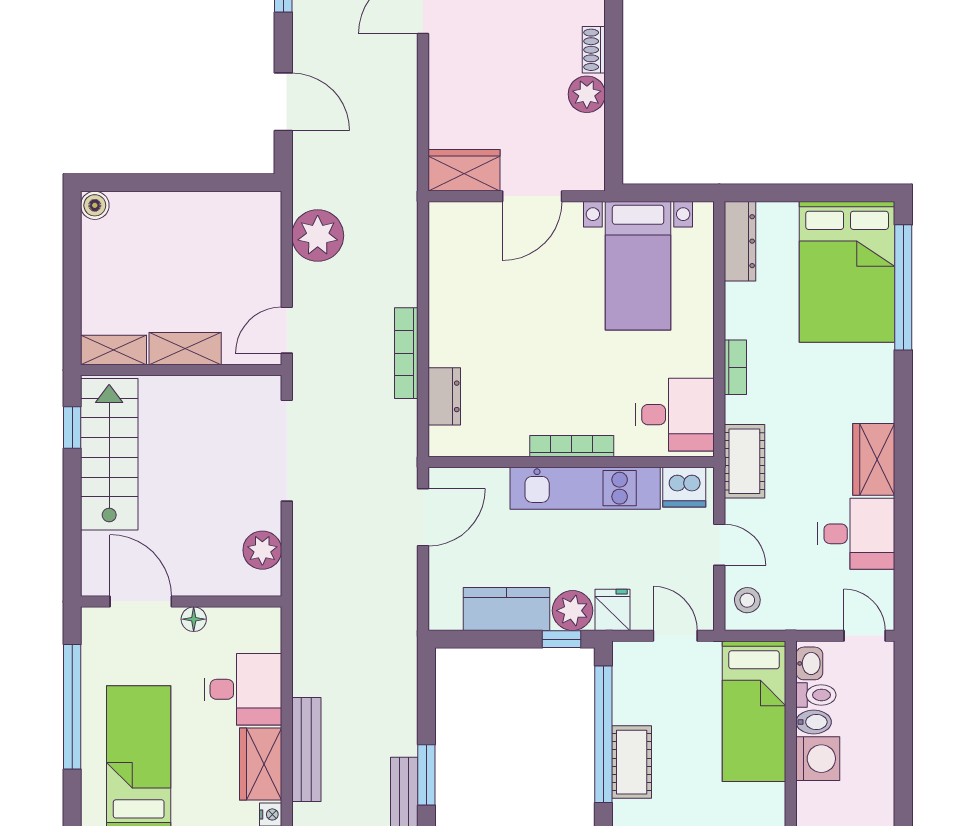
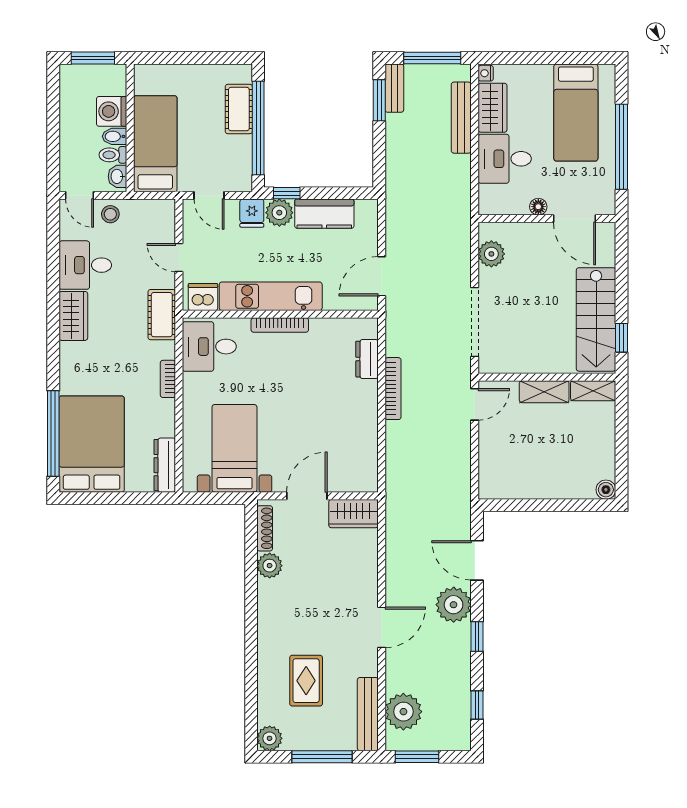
shoe rack: (594, 50) -> (265, 528), moved, width x1.43
plant: (318, 236) -> (454, 605), moved
stool: (747, 600) -> (110, 214), moved

